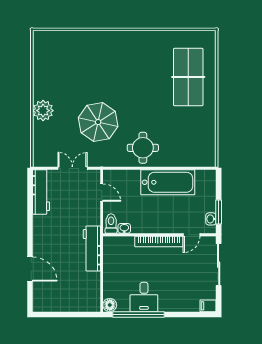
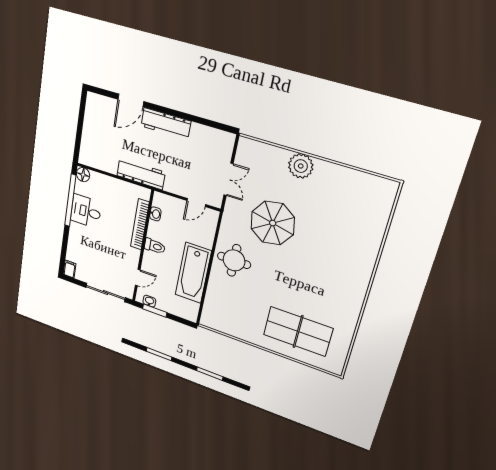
workbench: (41, 192) -> (166, 124), moved
toilet: (111, 224) -> (155, 246), moved
door: (191, 235) -> (138, 277), swing flipped
bookcase: (159, 241) -> (140, 224), moved

